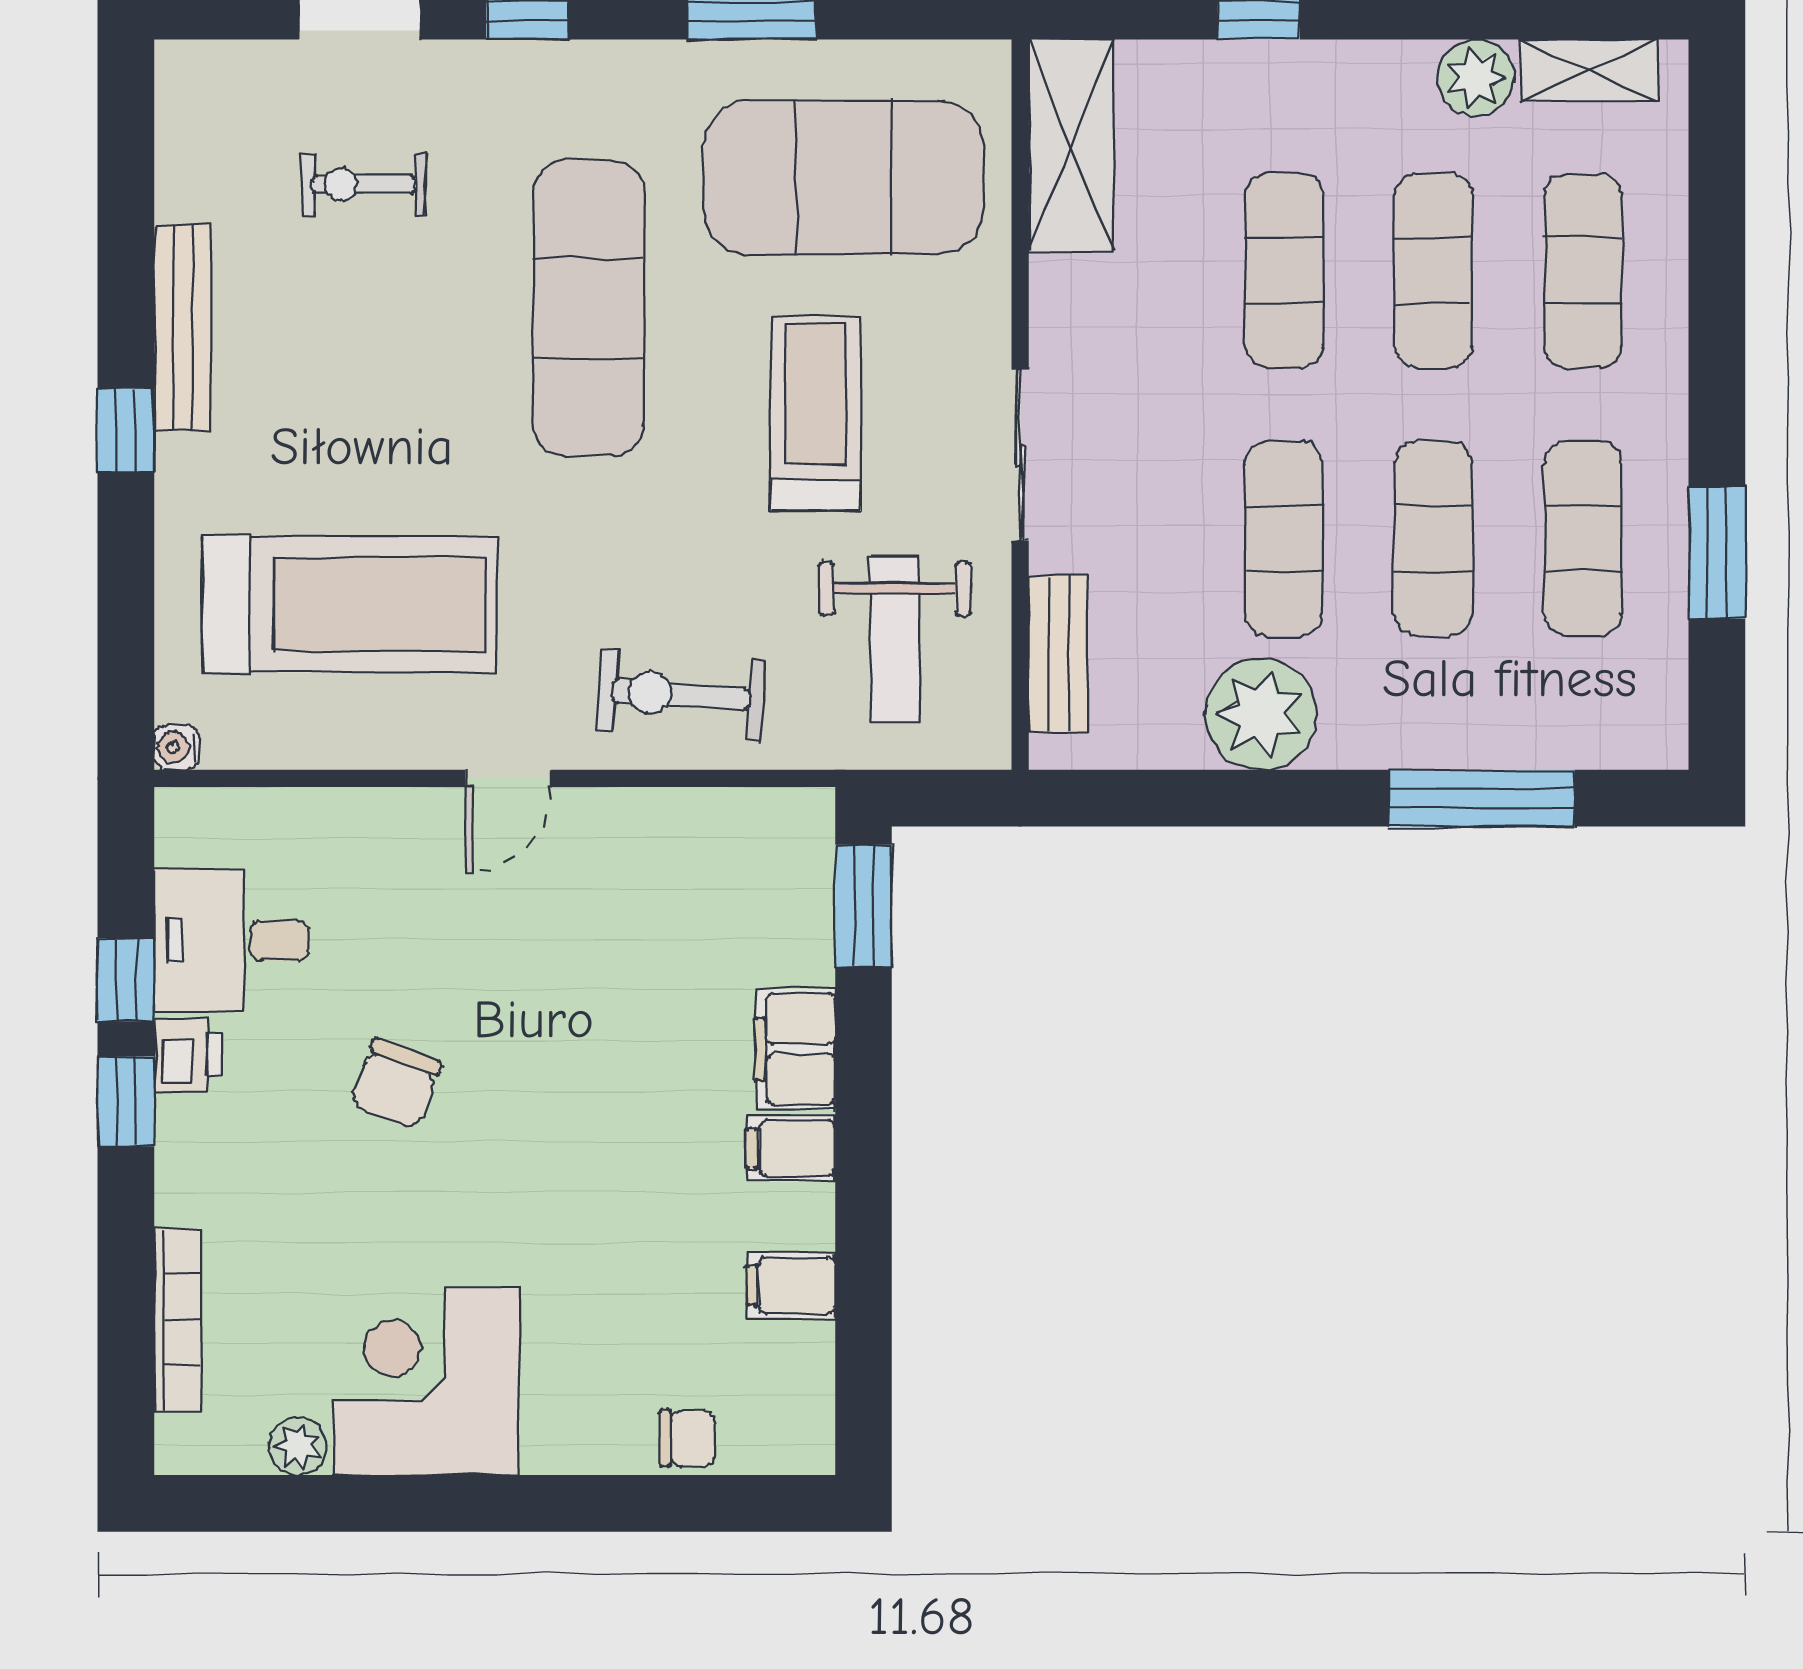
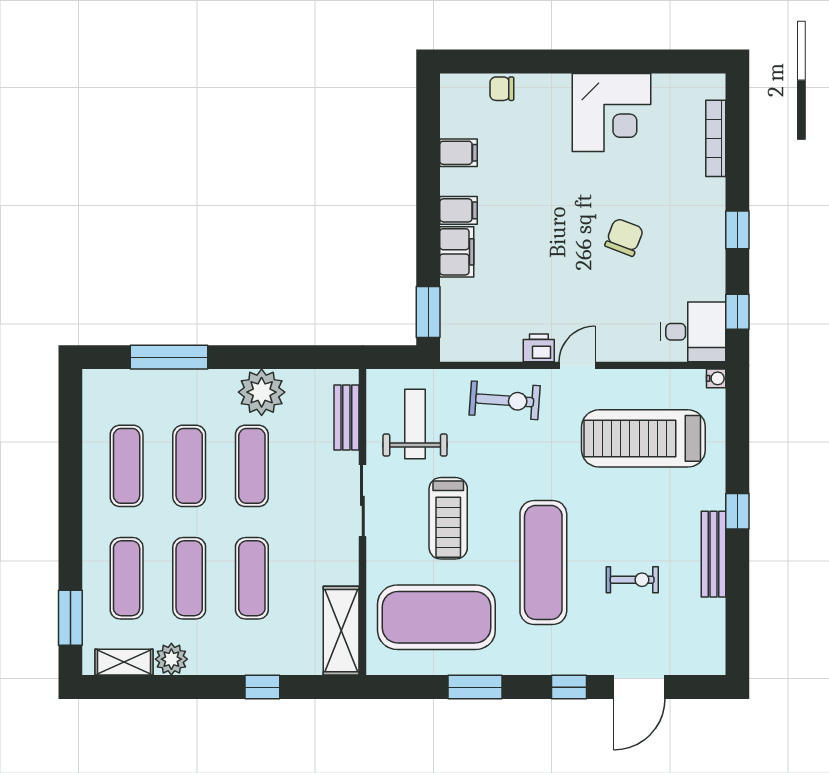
exercise bike: (364, 184) -> (632, 580), moved
window: (1717, 553) -> (70, 618), moved
desk: (231, 941) -> (693, 332), moved
window: (126, 980) -> (737, 312), moved
printer: (187, 1055) -> (539, 348), moved, turned 90
plant: (298, 1446) -> (665, 85), removed

